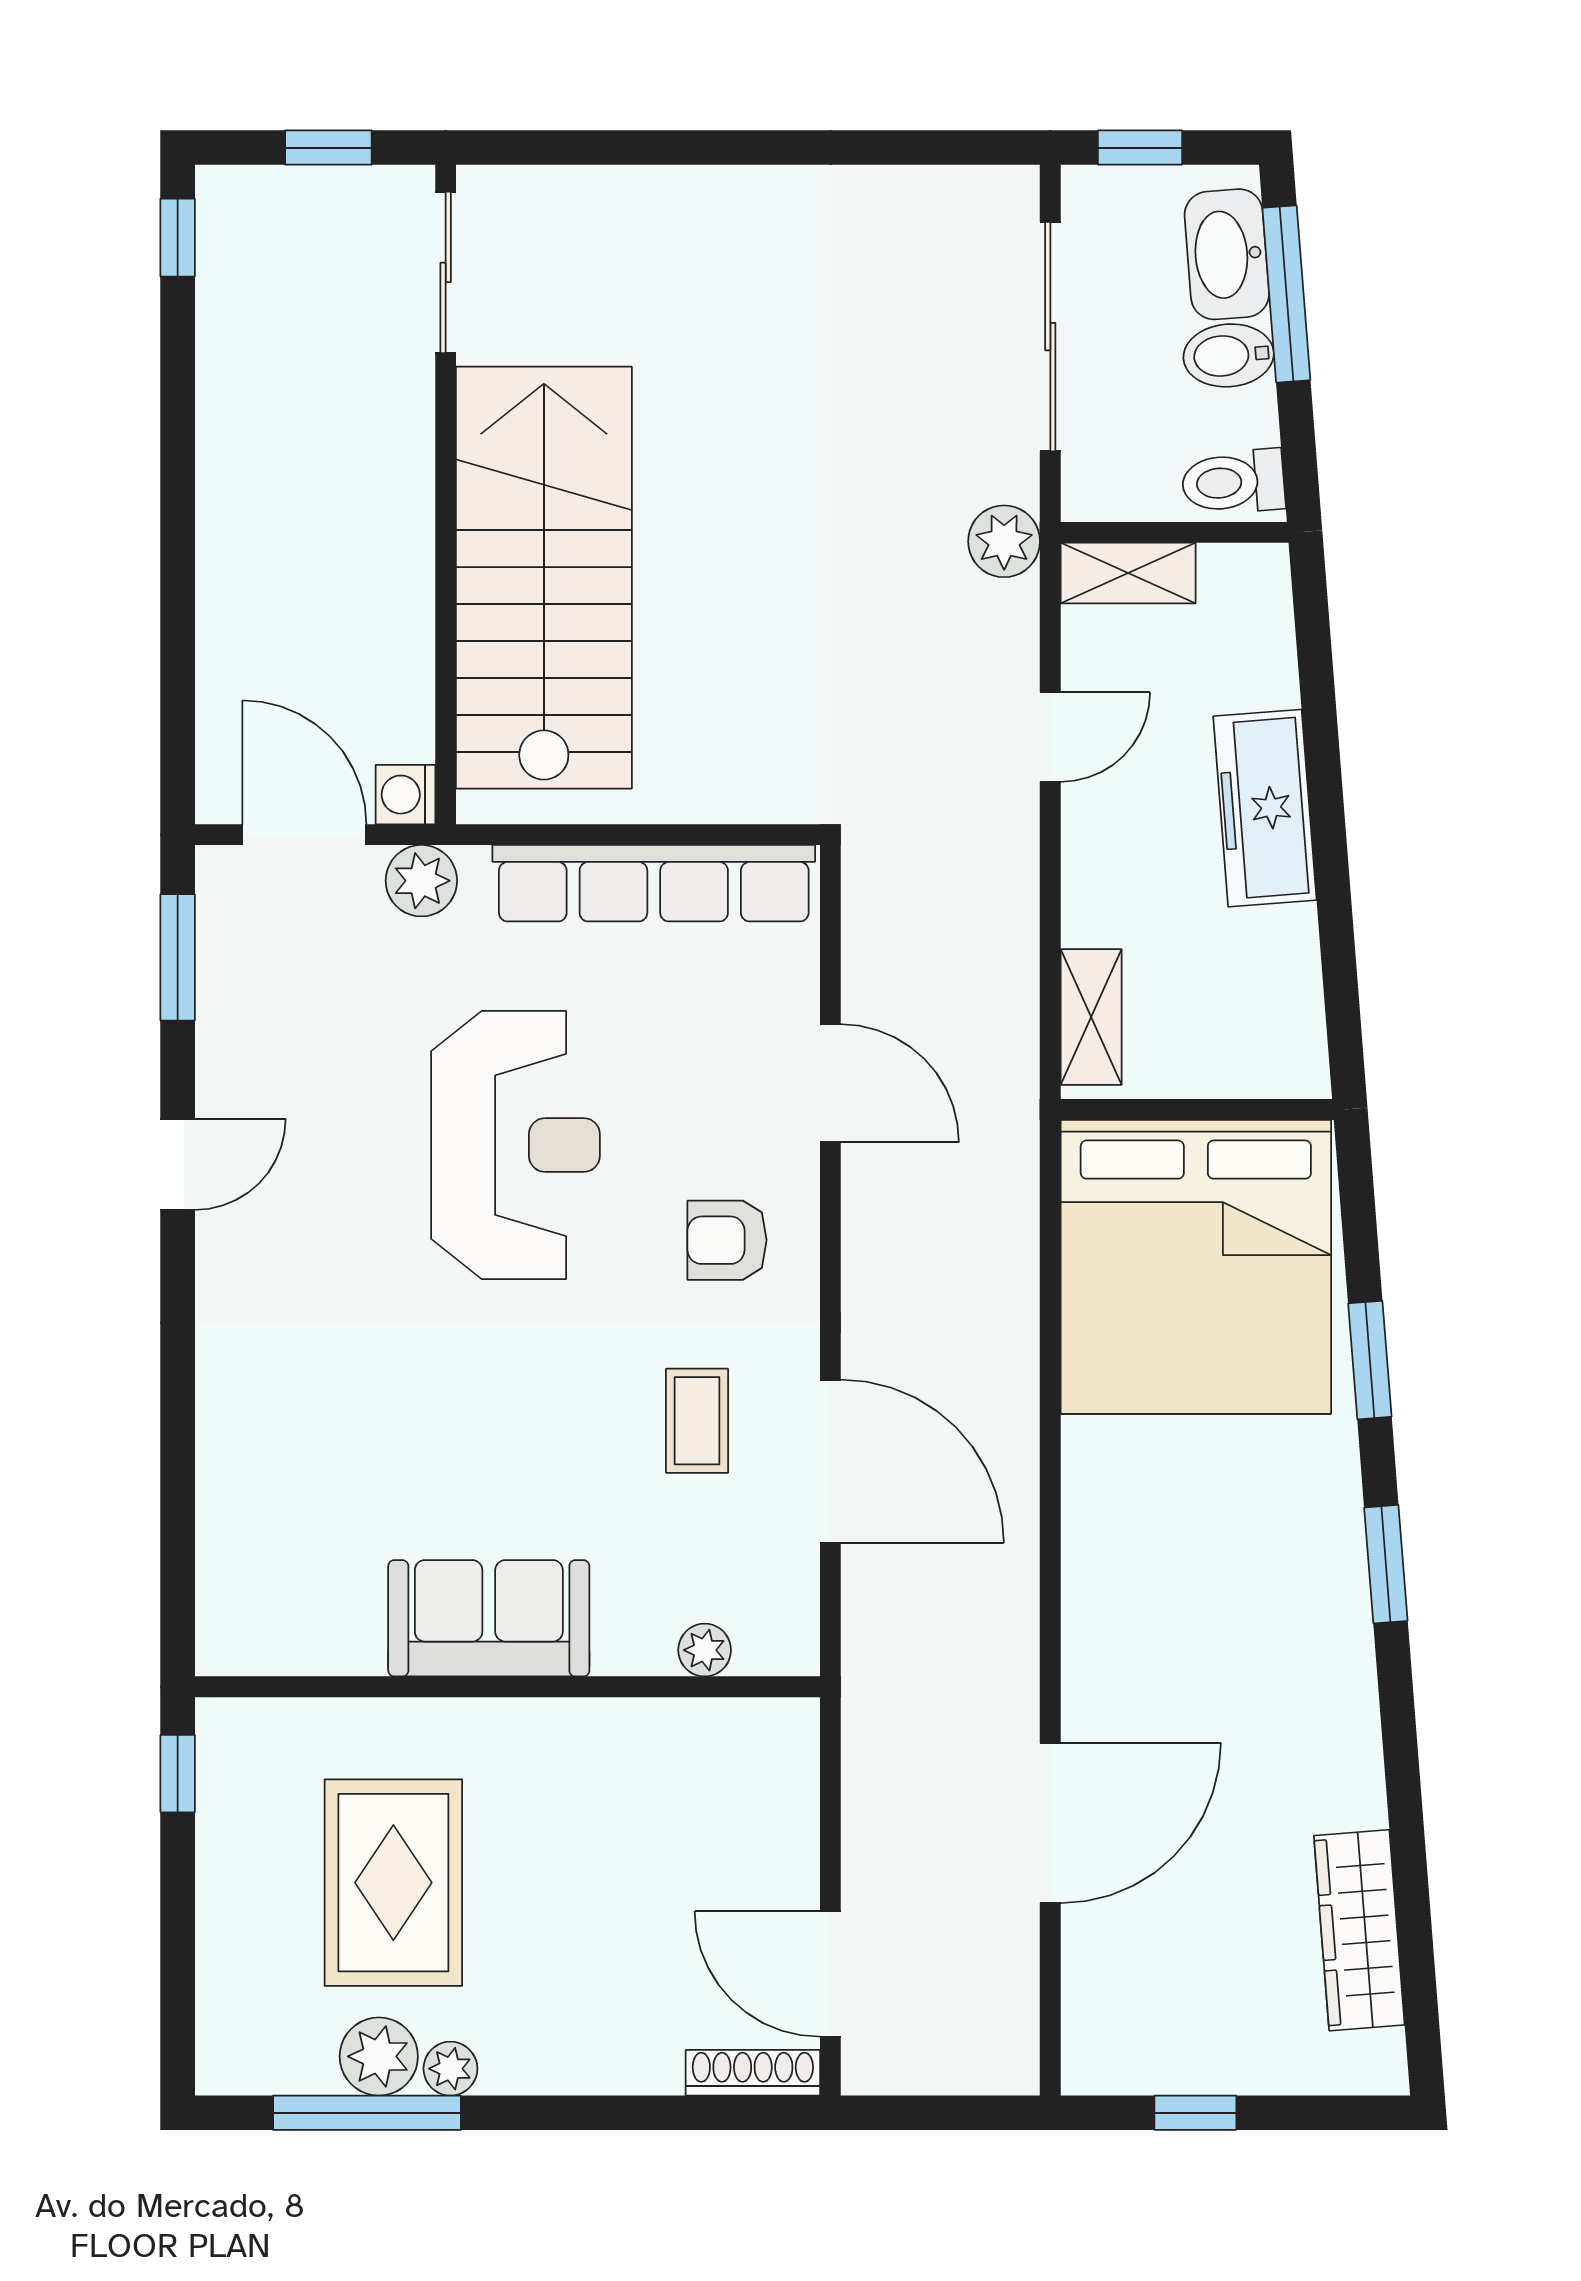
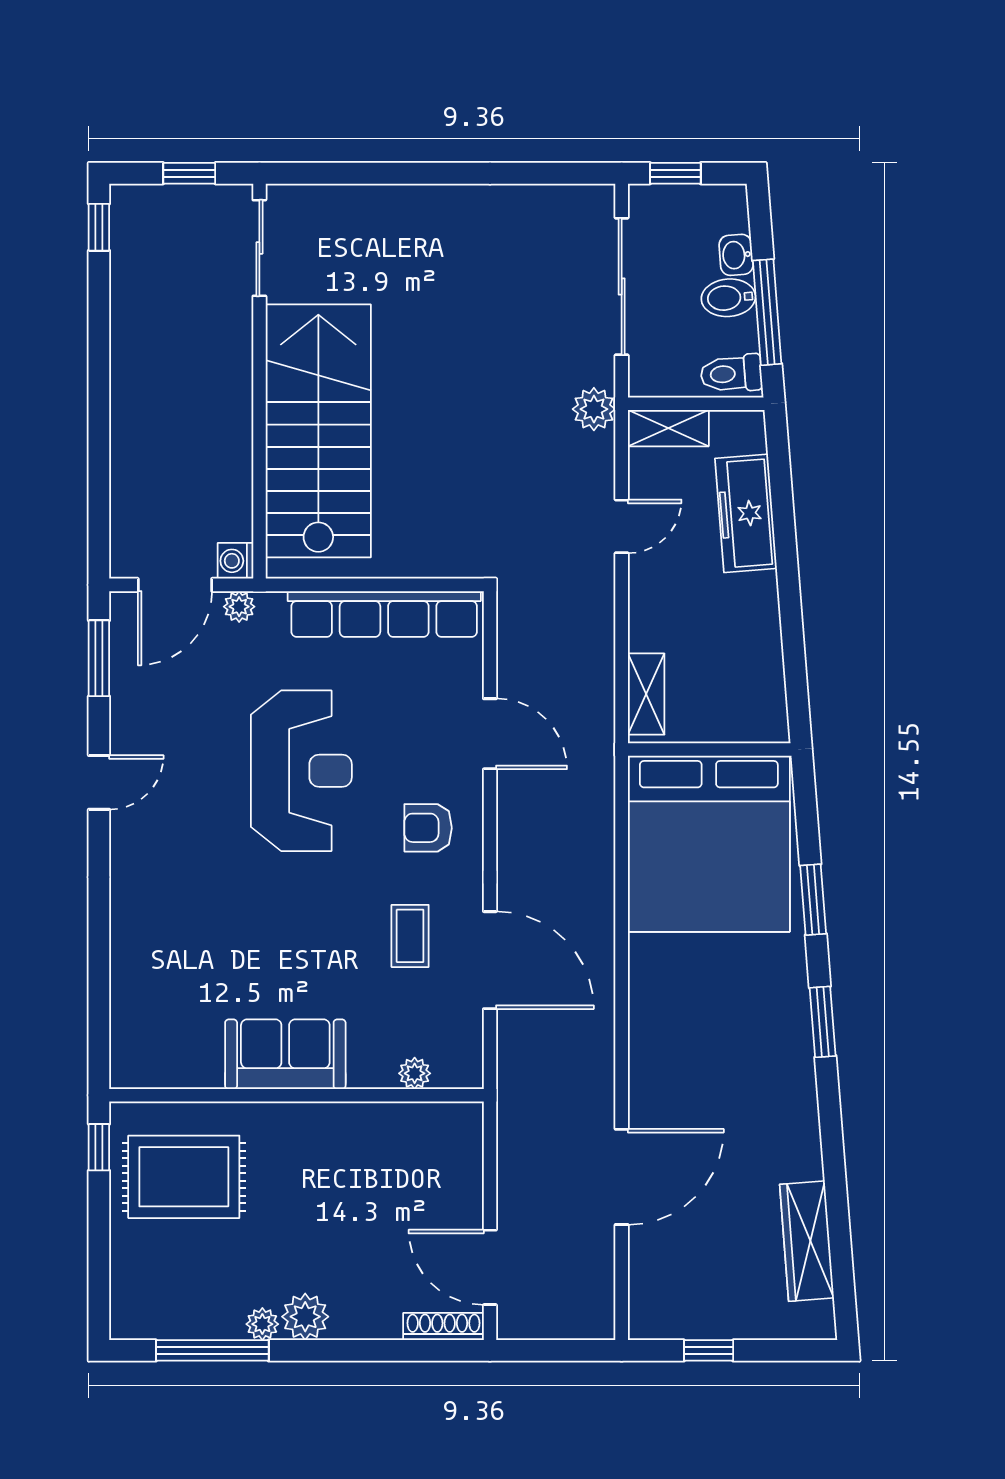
washbasin: (1227, 254) -> (736, 255), width x0.52, depth x0.69
window: (1286, 294) -> (767, 312), moved
freezer: (1265, 808) -> (746, 513), moved
door: (304, 835) -> (175, 585), swing flipped
plant: (421, 881) -> (239, 607), width x0.73, depth x0.73
rug: (393, 1883) -> (184, 1177), moved, turned 90
plant: (379, 2056) -> (305, 1317), moved

